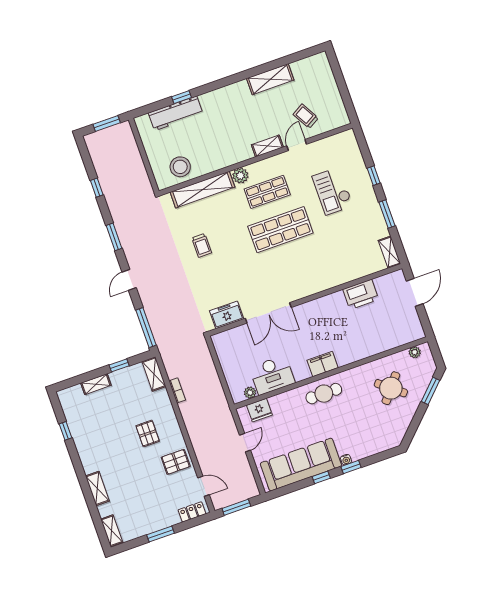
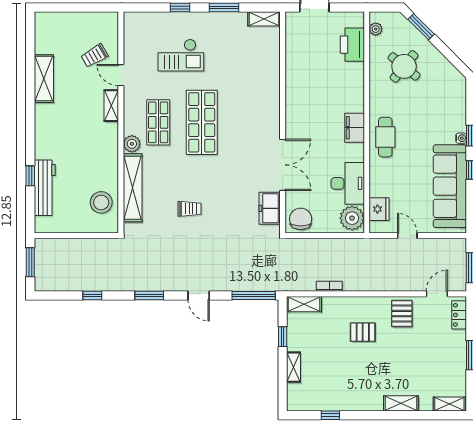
printer: (361, 294) -> (352, 45), moved, turned 180
chair: (227, 345) -> (301, 219), added
plant: (250, 393) -> (352, 218), width x1.88, depth x1.88

